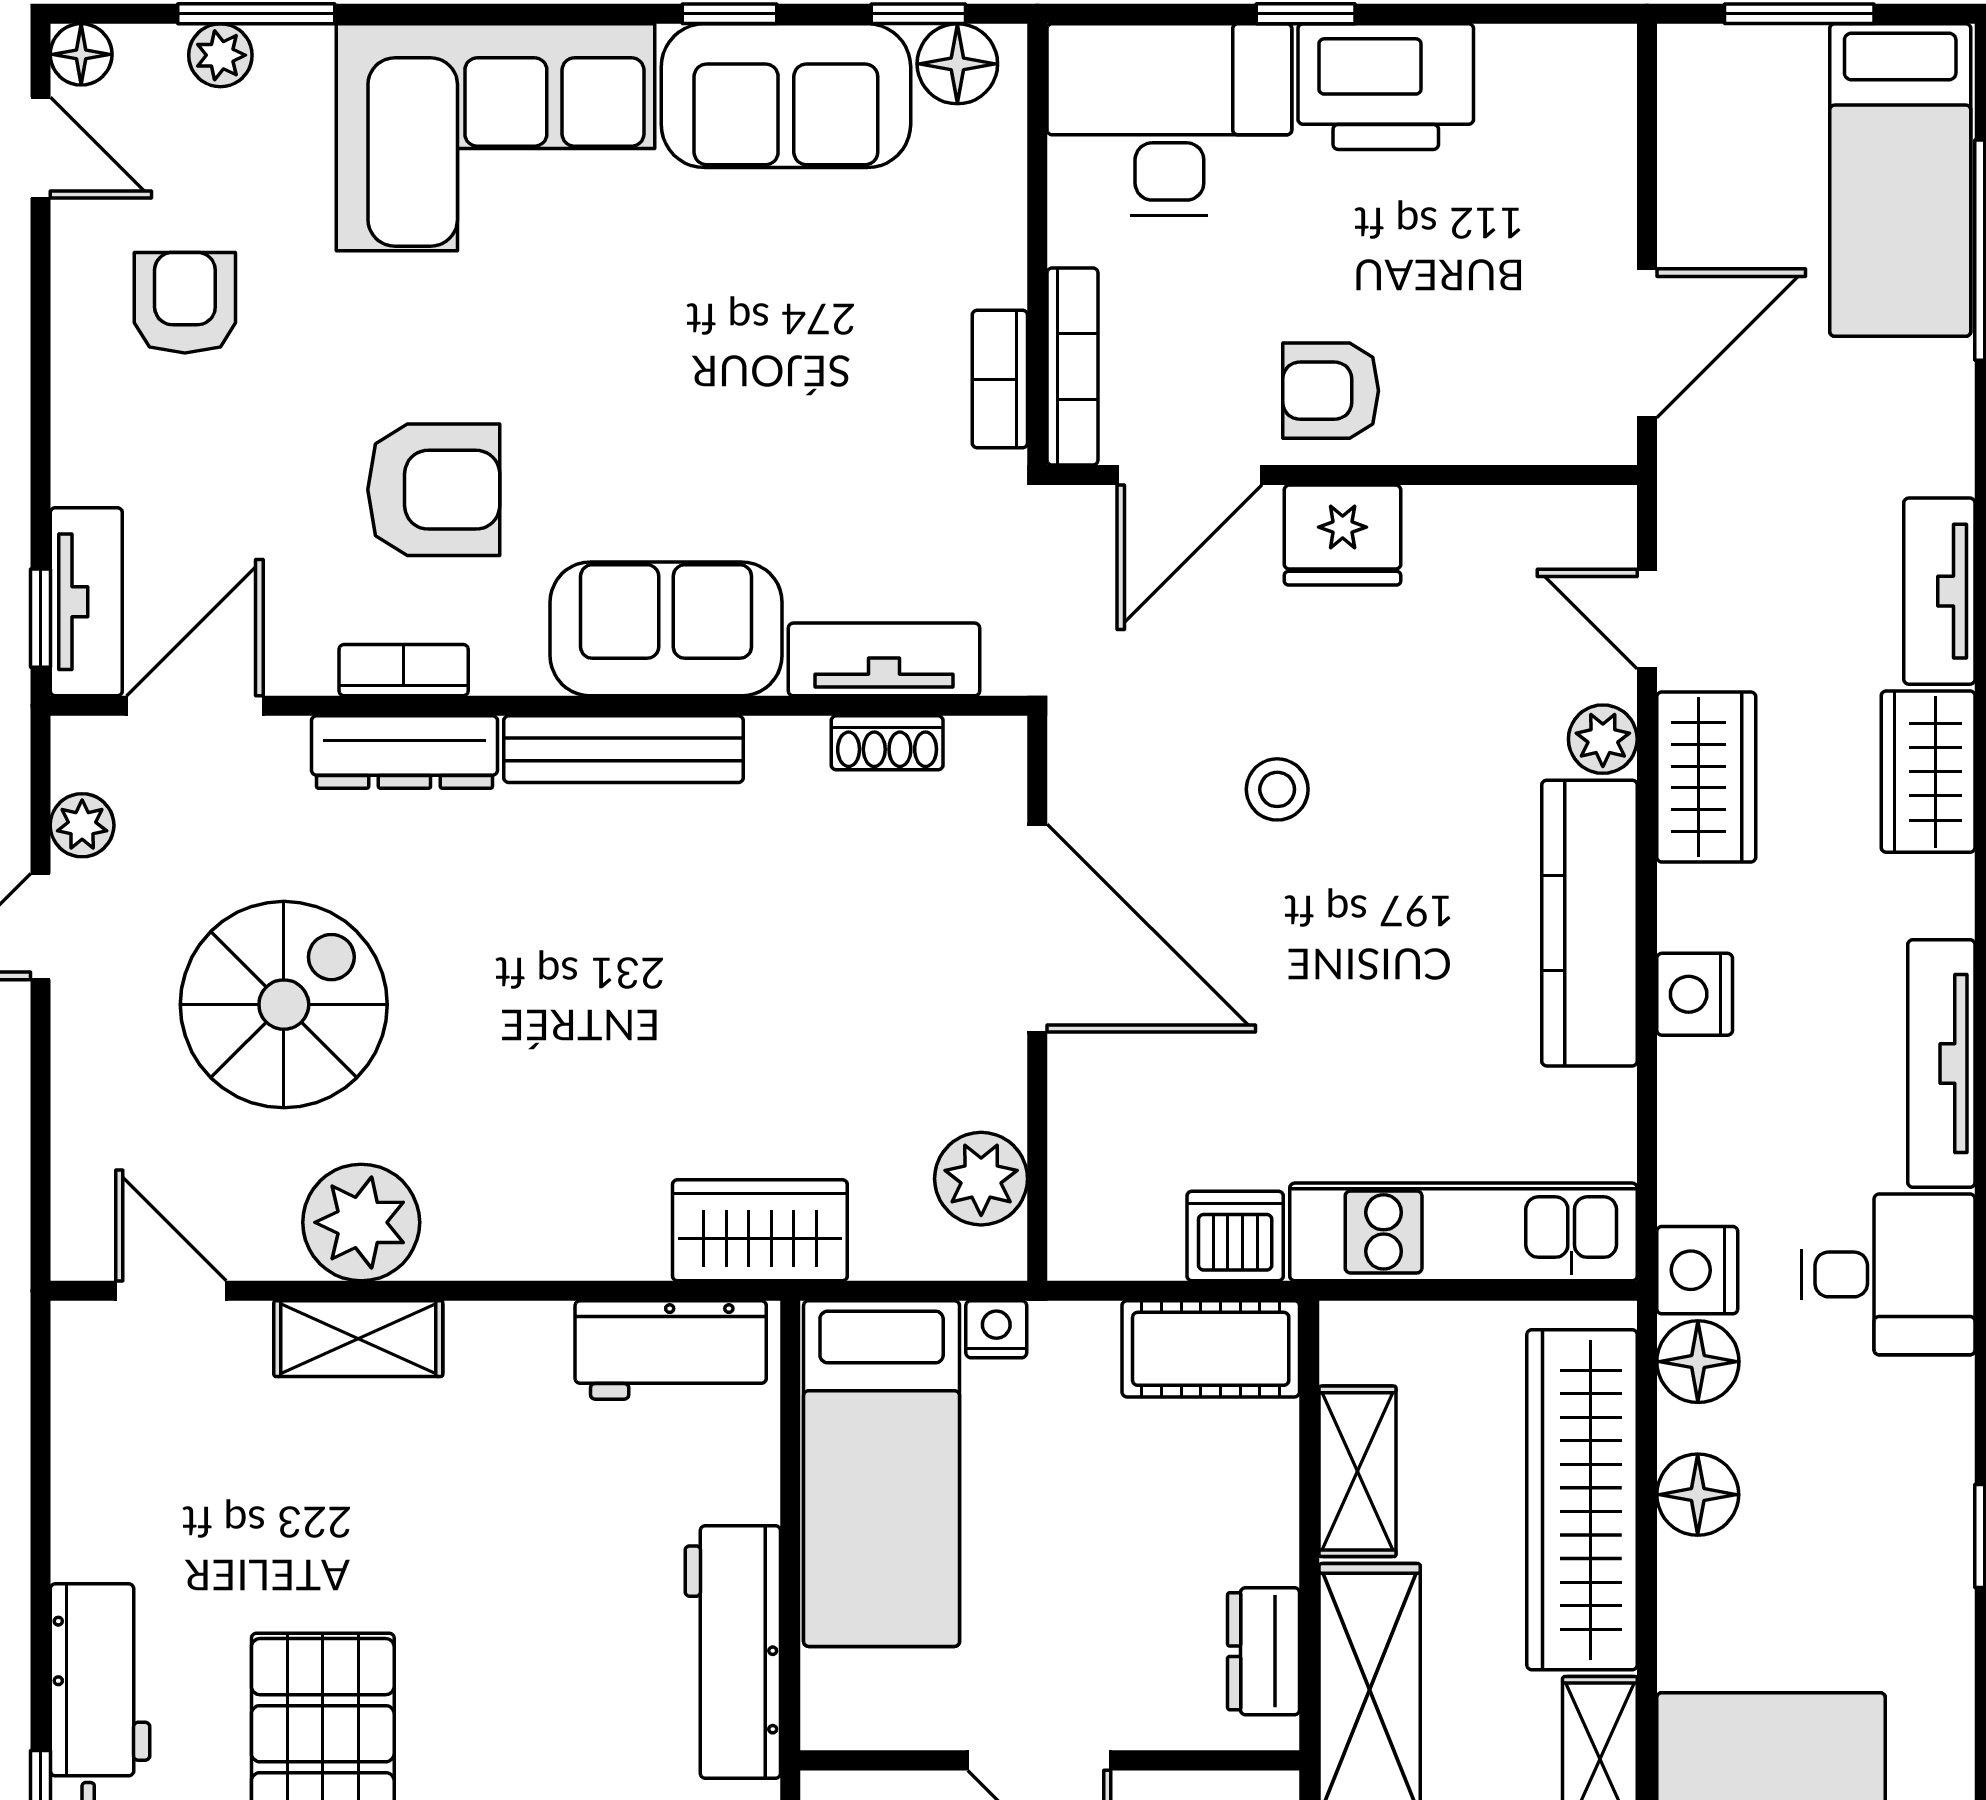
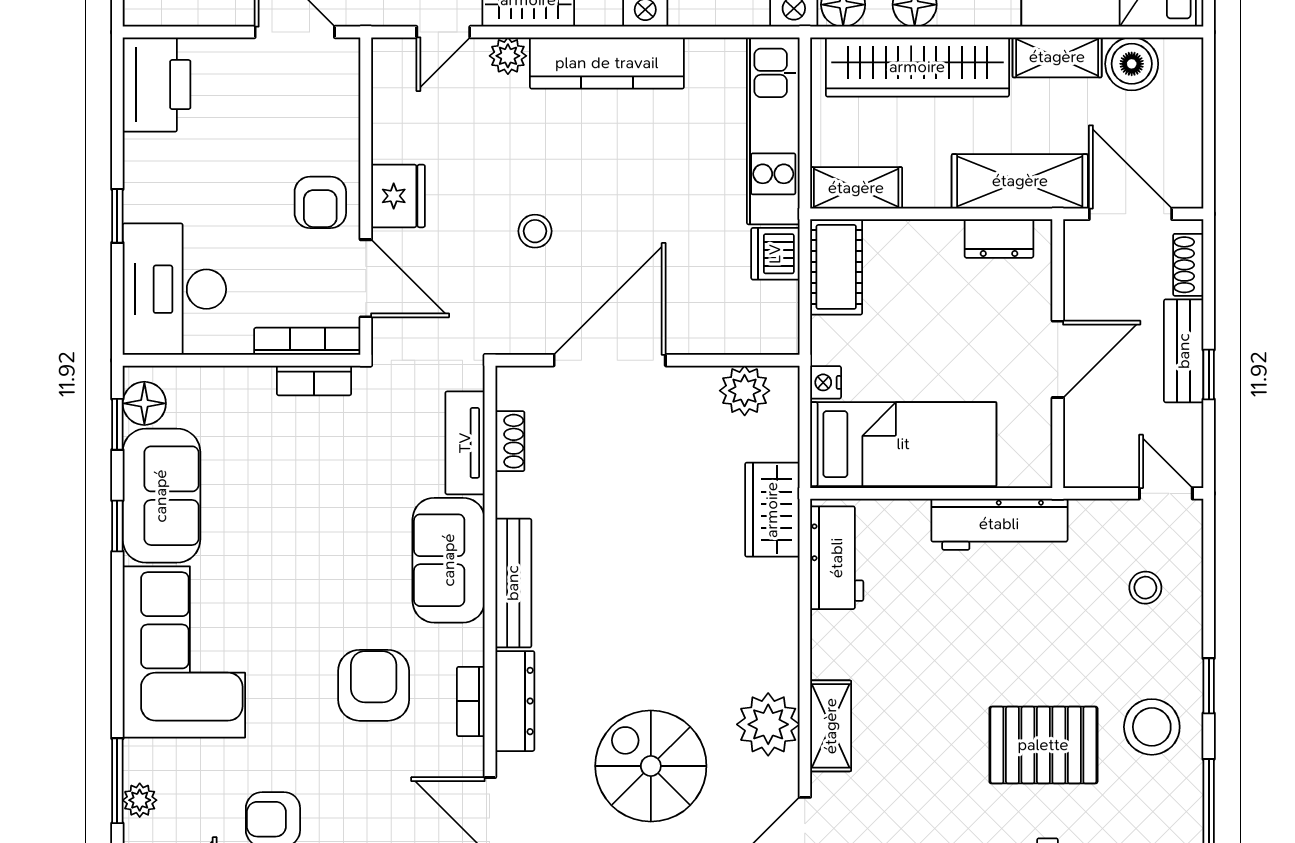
printer: (1386, 87) -> (157, 85), moved
shelving: (1358, 1471) -> (856, 188), moved

